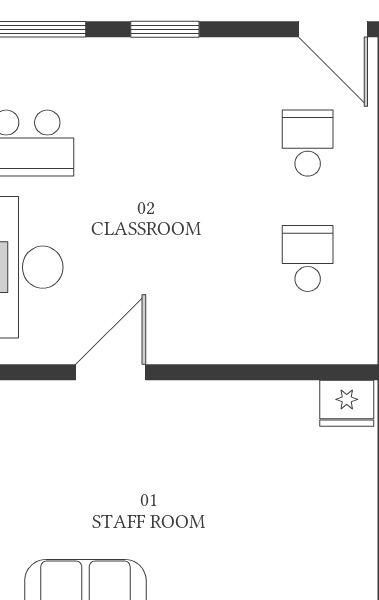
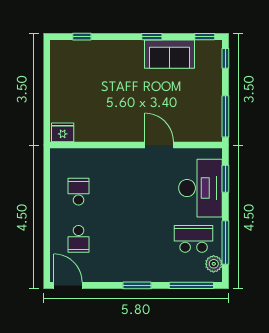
school desk: (308, 258) -> (79, 192), turned 180
door: (111, 372) -> (159, 145), swing flipped

